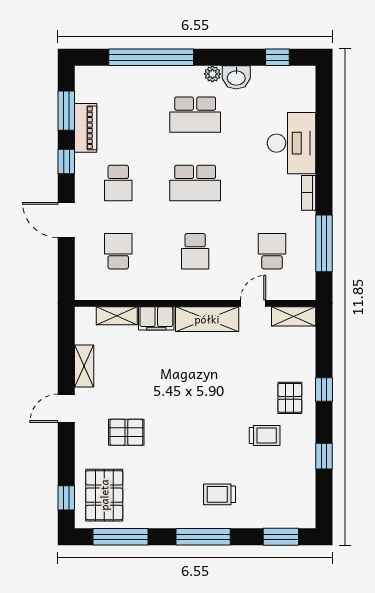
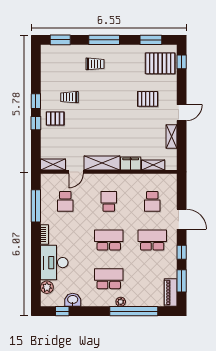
plant: (212, 74) -> (121, 302), moved
washbasin: (236, 77) -> (73, 300), moved
plant: (304, 100) -> (47, 287), added
piano: (86, 128) -> (171, 293), moved
school desk: (118, 183) -> (152, 240), width x1.85
pallet: (290, 398) -> (55, 118), turned 90
window: (324, 456) -> (36, 101), moved
pallet: (104, 495) -> (160, 63), turned 90
window: (121, 537) -> (151, 40), width x0.69

